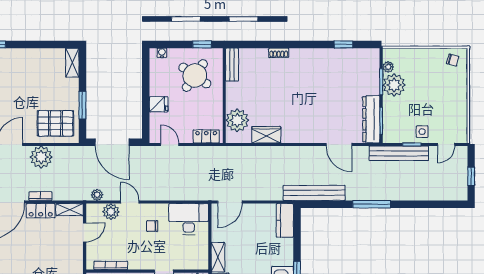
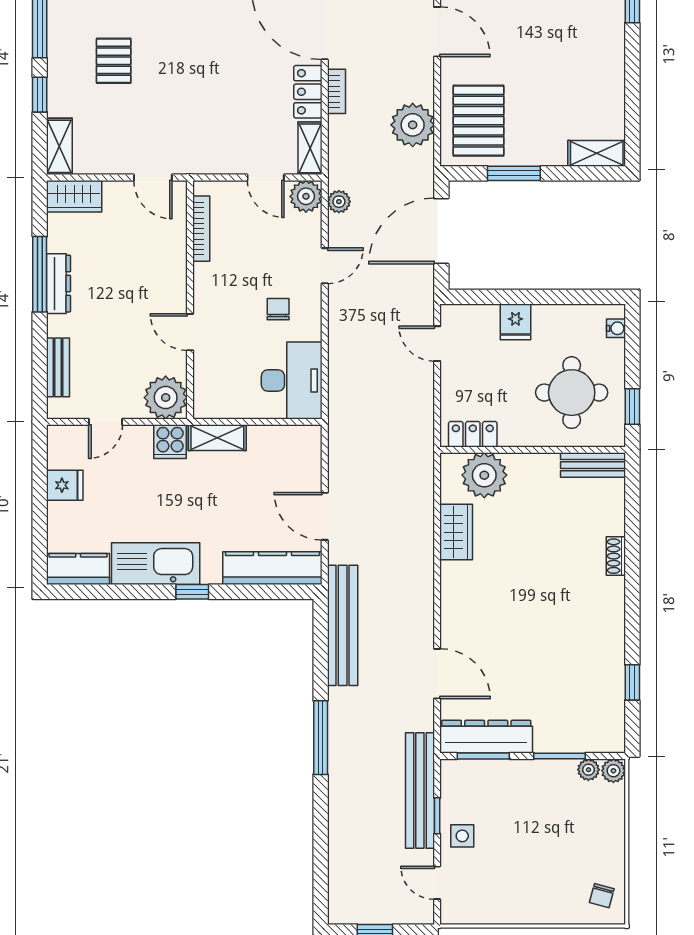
round table: (195, 76) -> (572, 393), turned -35
plant: (394, 85) -> (613, 771), moved, width x0.53, depth x0.53
locker: (206, 136) -> (473, 434), moved, turned -90
door: (170, 144) -> (437, 344), swing flipped
door: (339, 144) -> (437, 674), swing flipped
plant: (41, 157) -> (413, 125), moved
door: (230, 202) -> (325, 516), moved
plant: (111, 212) -> (306, 196), moved
kitchen counter: (285, 220) -> (272, 568), width x1.50

